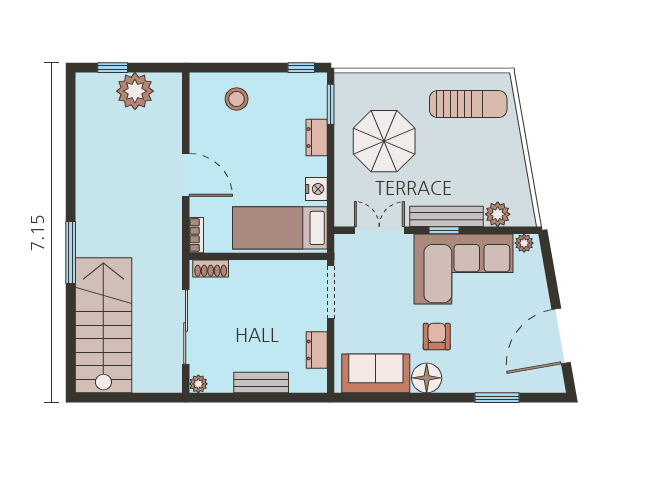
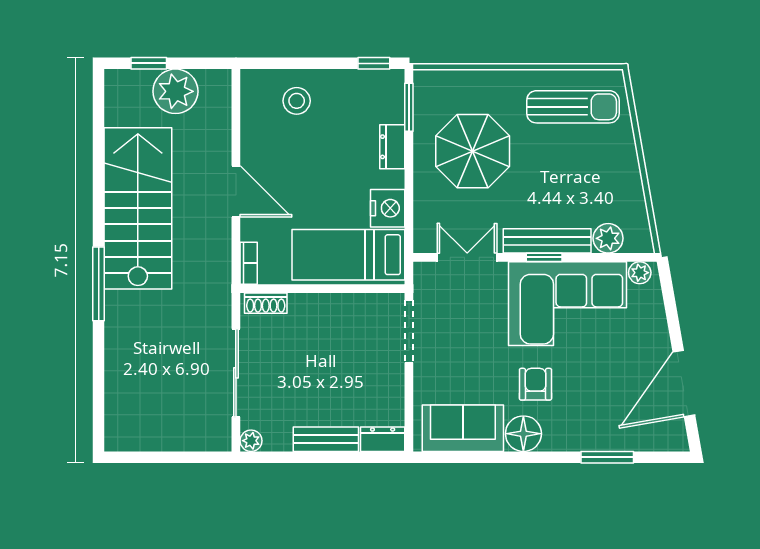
nightstand: (316, 189) -> (388, 208), width x1.36, depth x1.33
stairs: (103, 325) -> (138, 208), moved
dresser: (317, 350) -> (383, 439), moved, turned 90

